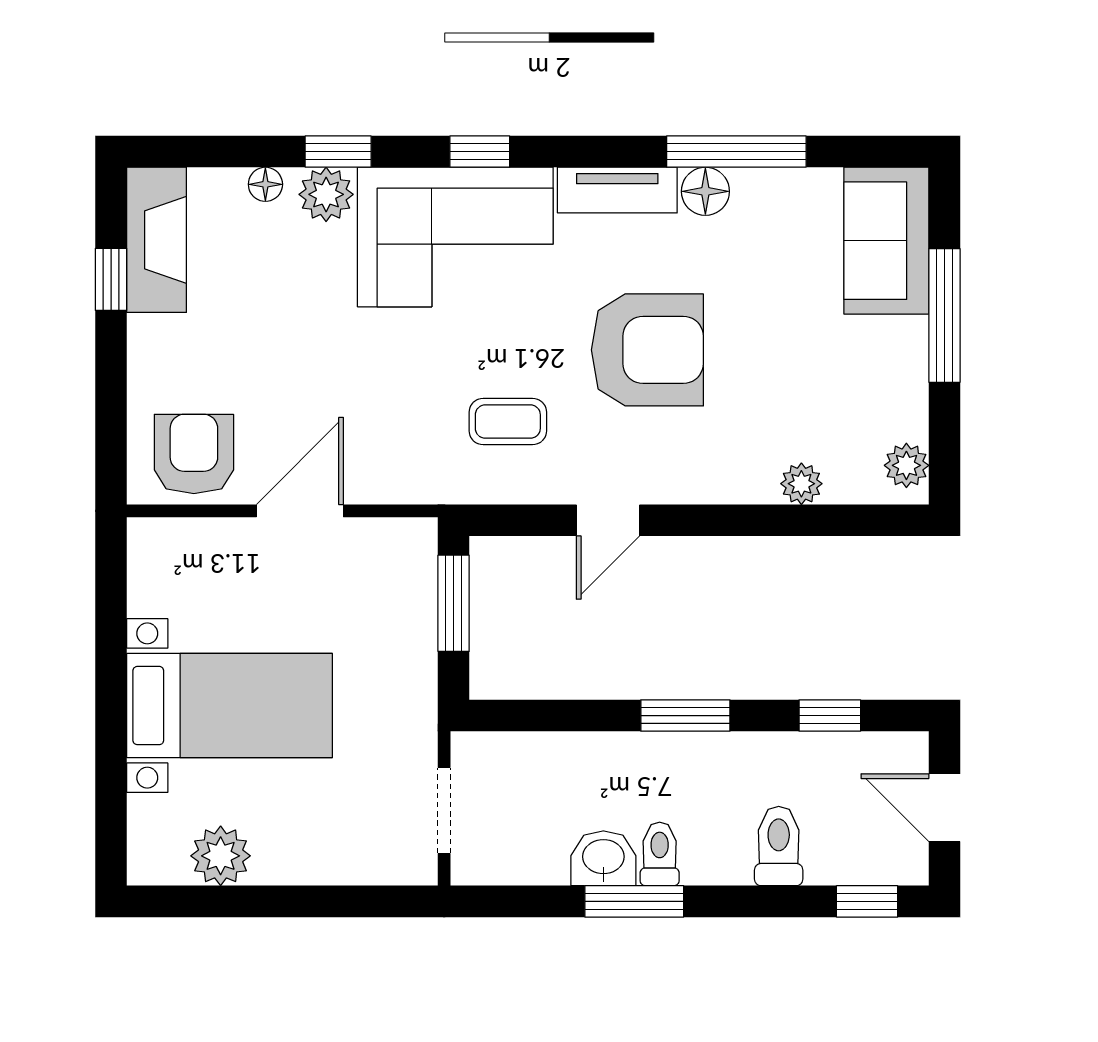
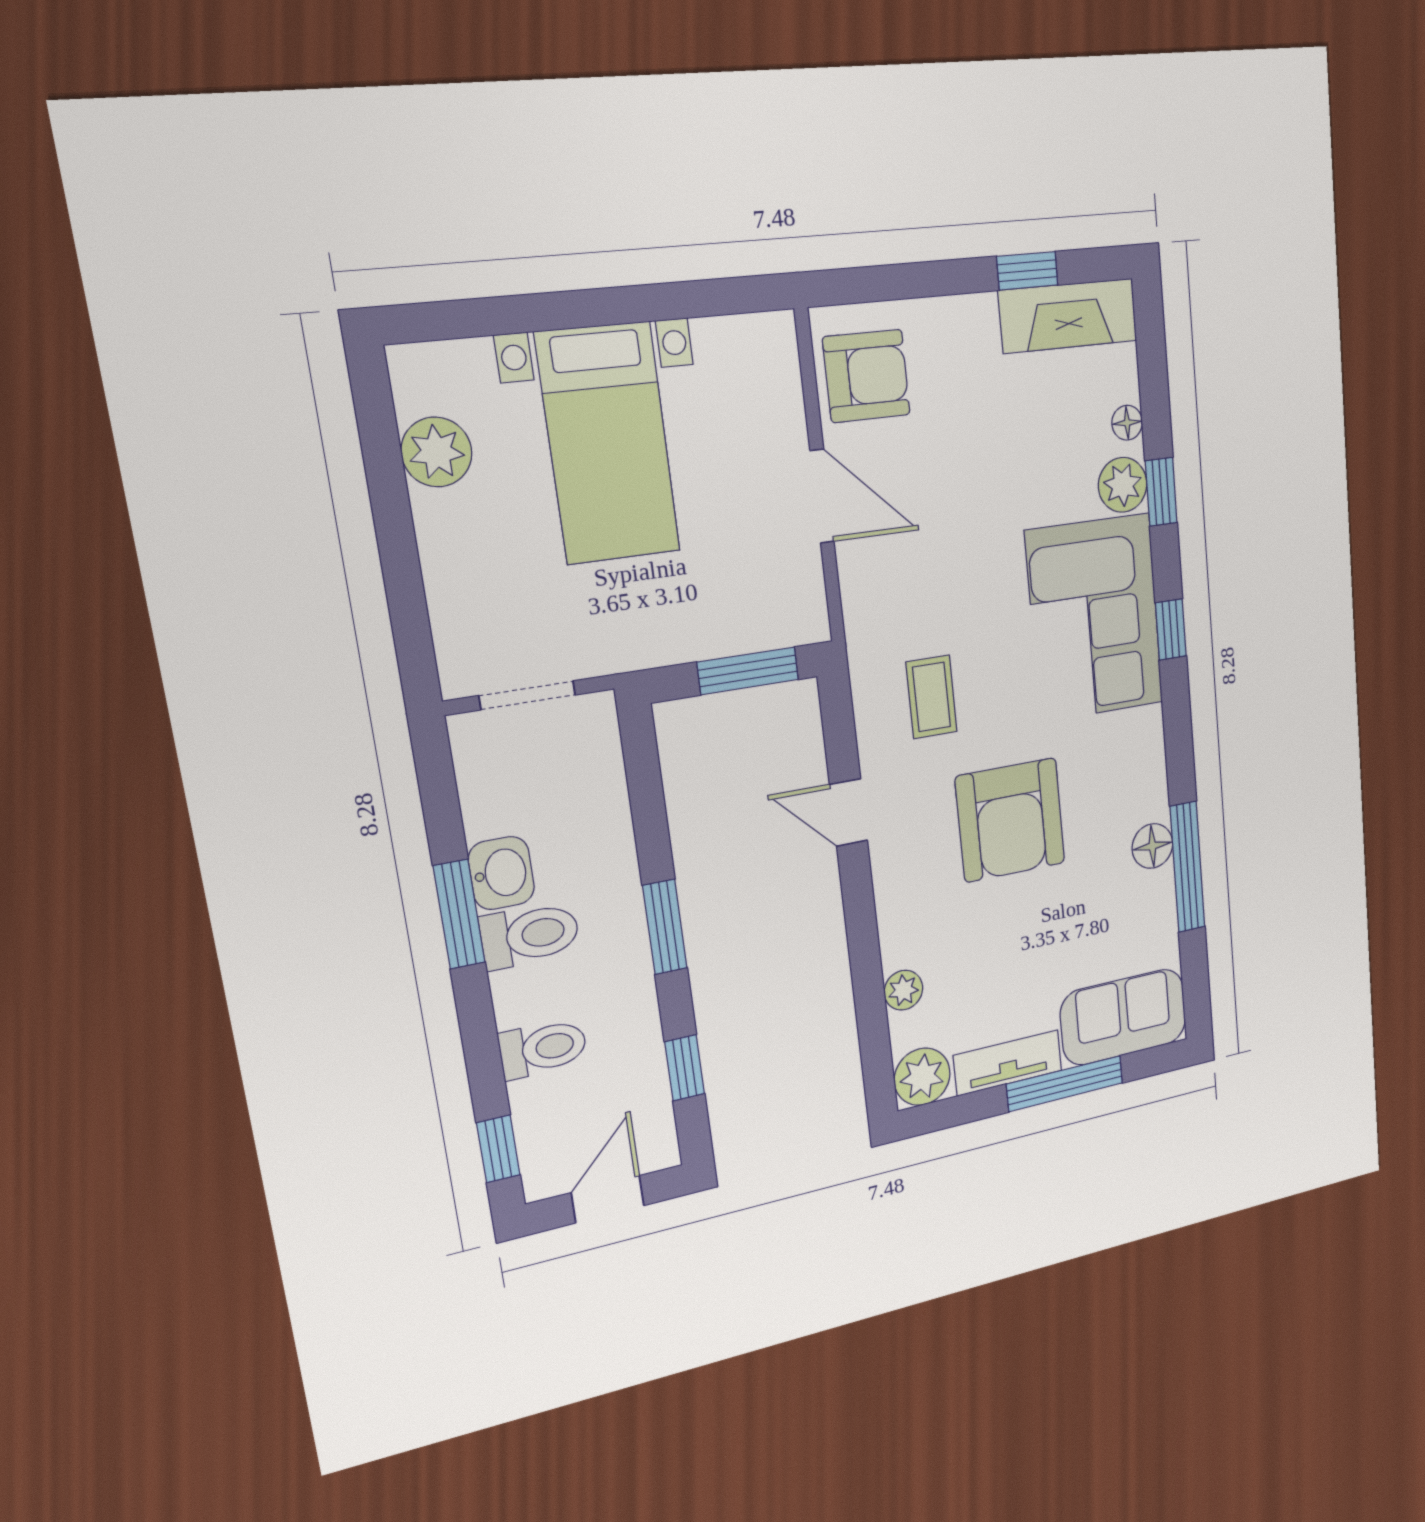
tv unit: (617, 190) -> (1008, 1063), moved, turned 90
plant: (906, 465) -> (922, 1077), width x1.38, depth x1.38
toilet: (660, 854) -> (530, 935), width x1.37, depth x1.39

